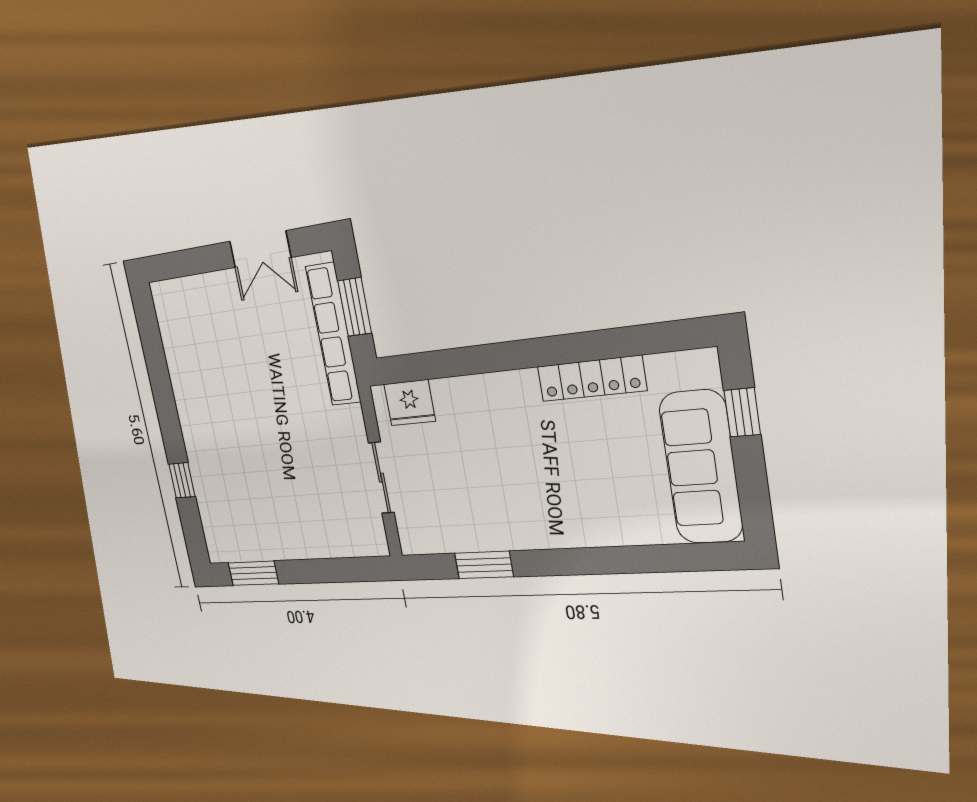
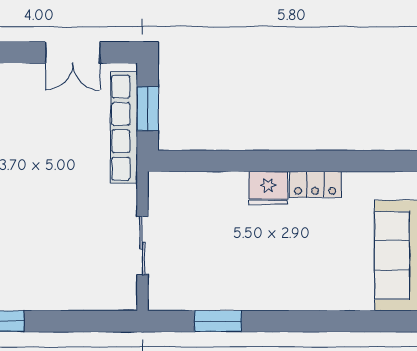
locker: (592, 378) -> (315, 184), width x0.66
fridge: (410, 403) -> (268, 188), moved

